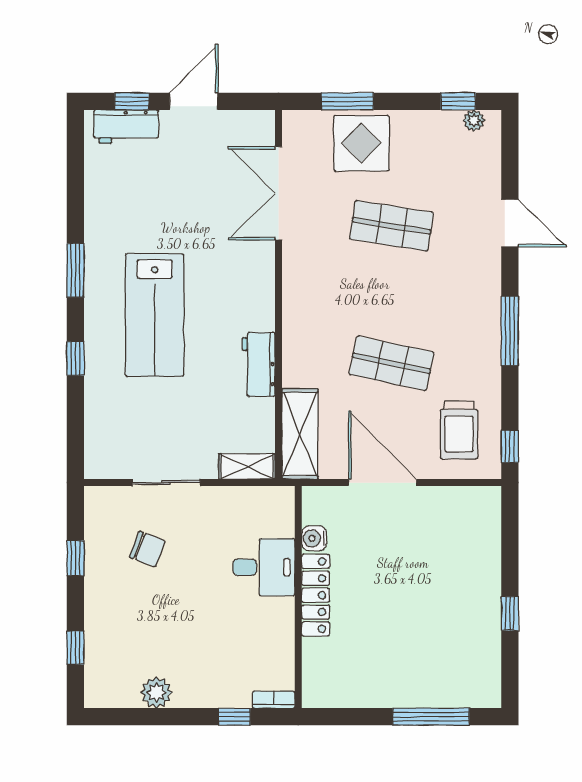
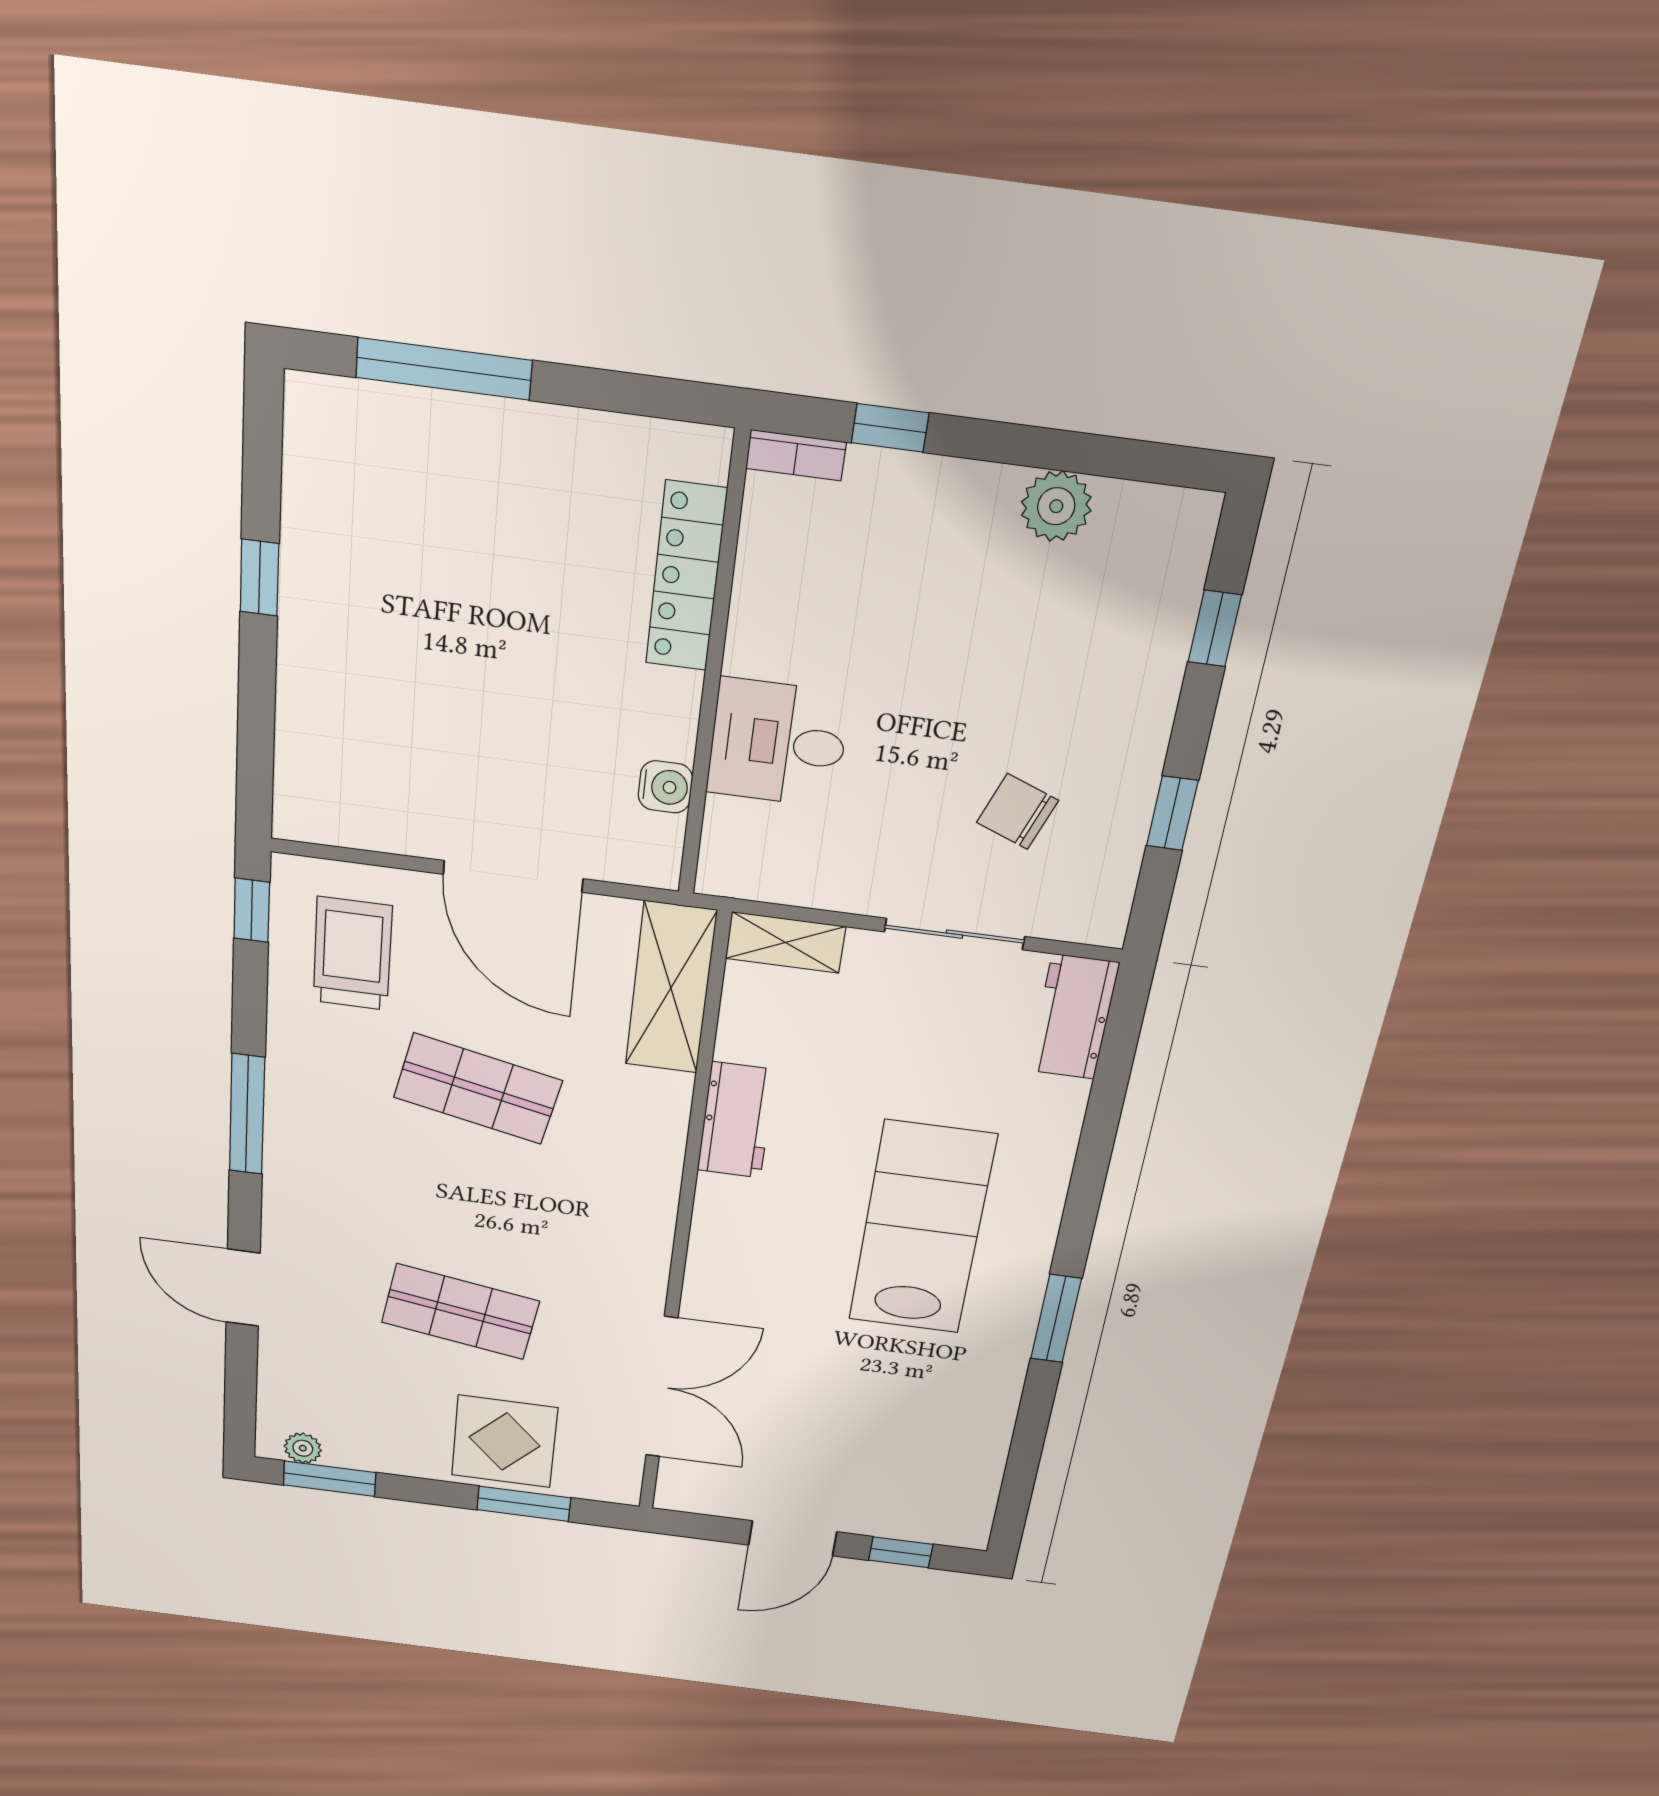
window: (458, 101) -> (330, 1479), width x1.50
workbench: (126, 127) -> (1073, 1017), moved, turned -90
window: (75, 359) -> (1089, 1176), removed
locker: (316, 595) -> (686, 577), moved

